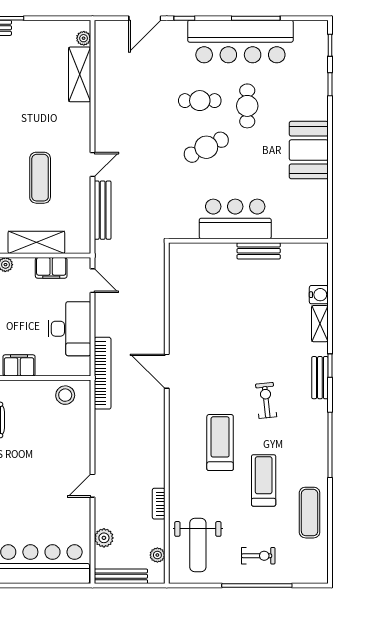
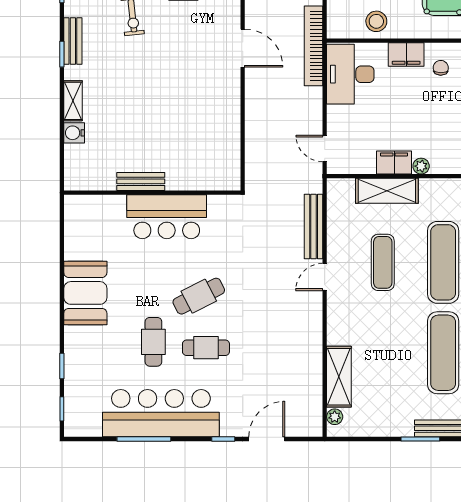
filing cabinet: (51, 268) -> (394, 163), moved
desk: (69, 329) -> (350, 74), moved
stool: (65, 395) -> (376, 21), moved

